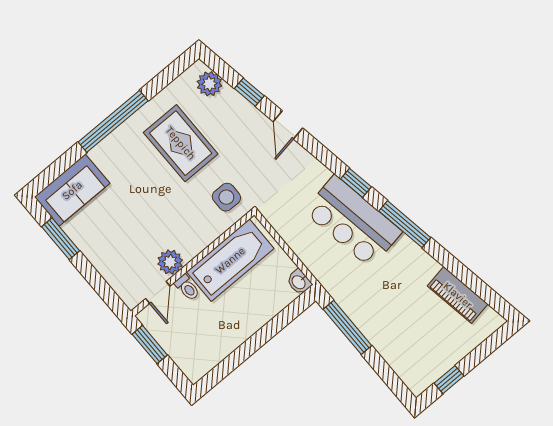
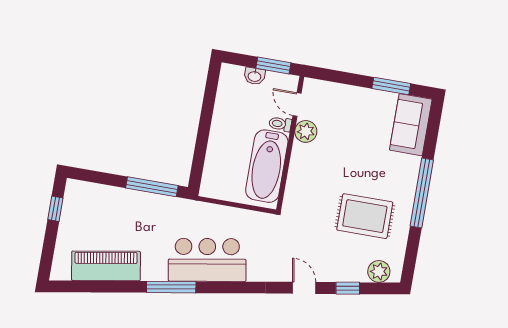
window: (356, 183) -> (227, 287), removed
side table: (226, 197) -> (305, 206), removed
washbasin: (299, 282) -> (255, 76), moved, turned 180
piano: (458, 295) -> (106, 266), width x1.37, depth x1.33

